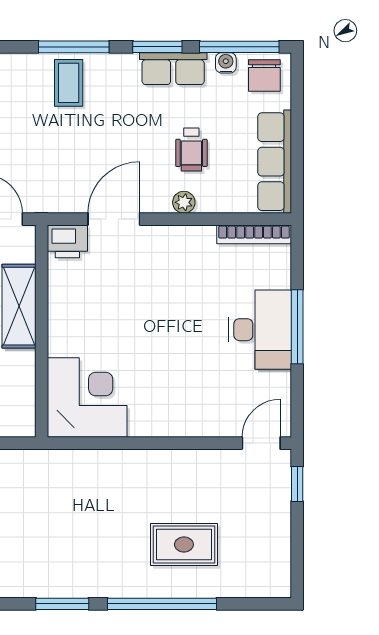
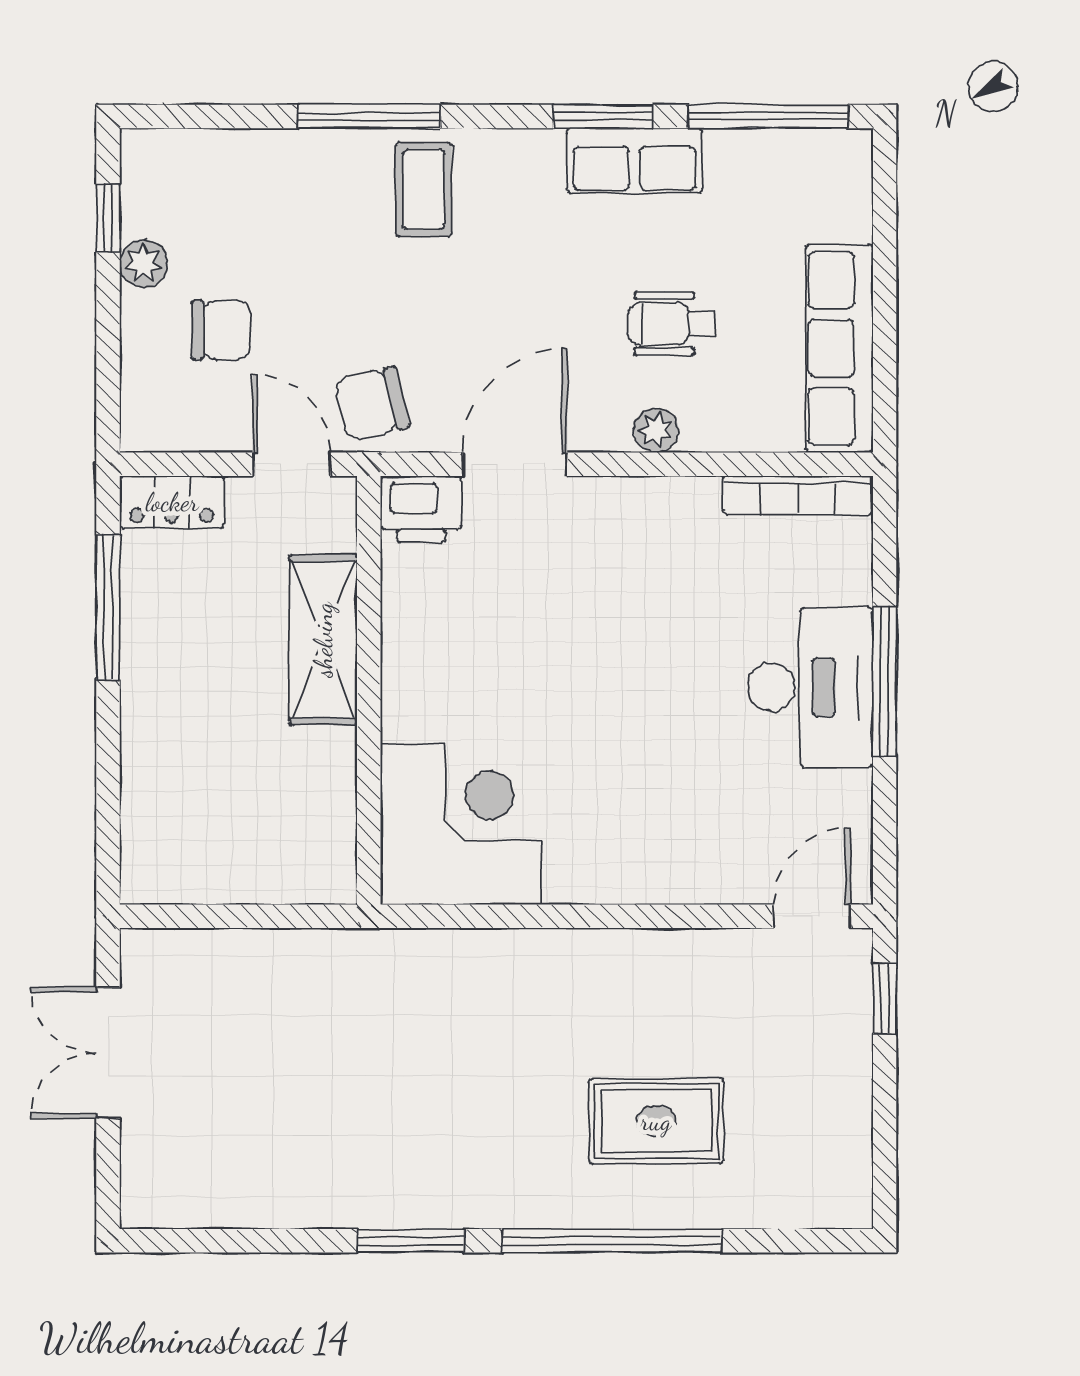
window: (74, 47) -> (369, 116), moved
water cooler: (226, 63) -> (741, 149), removed
chair: (264, 76) -> (372, 404), moved, turned 77
wheelchair: (191, 149) -> (671, 324), turned 90

